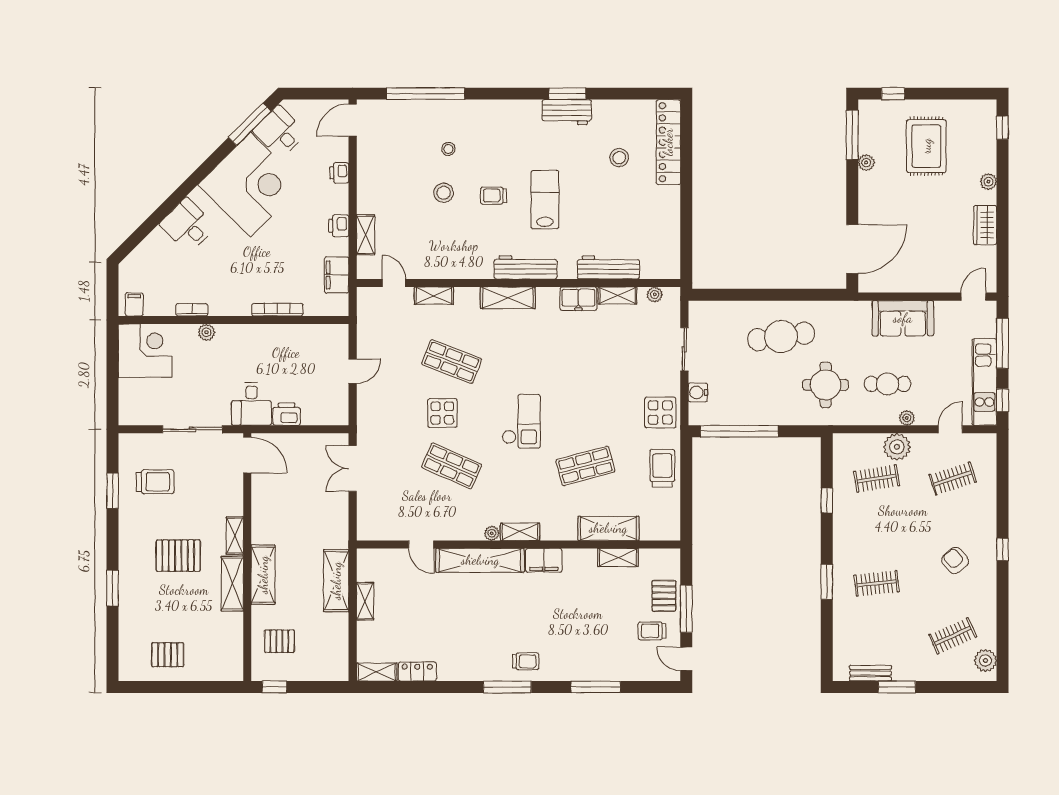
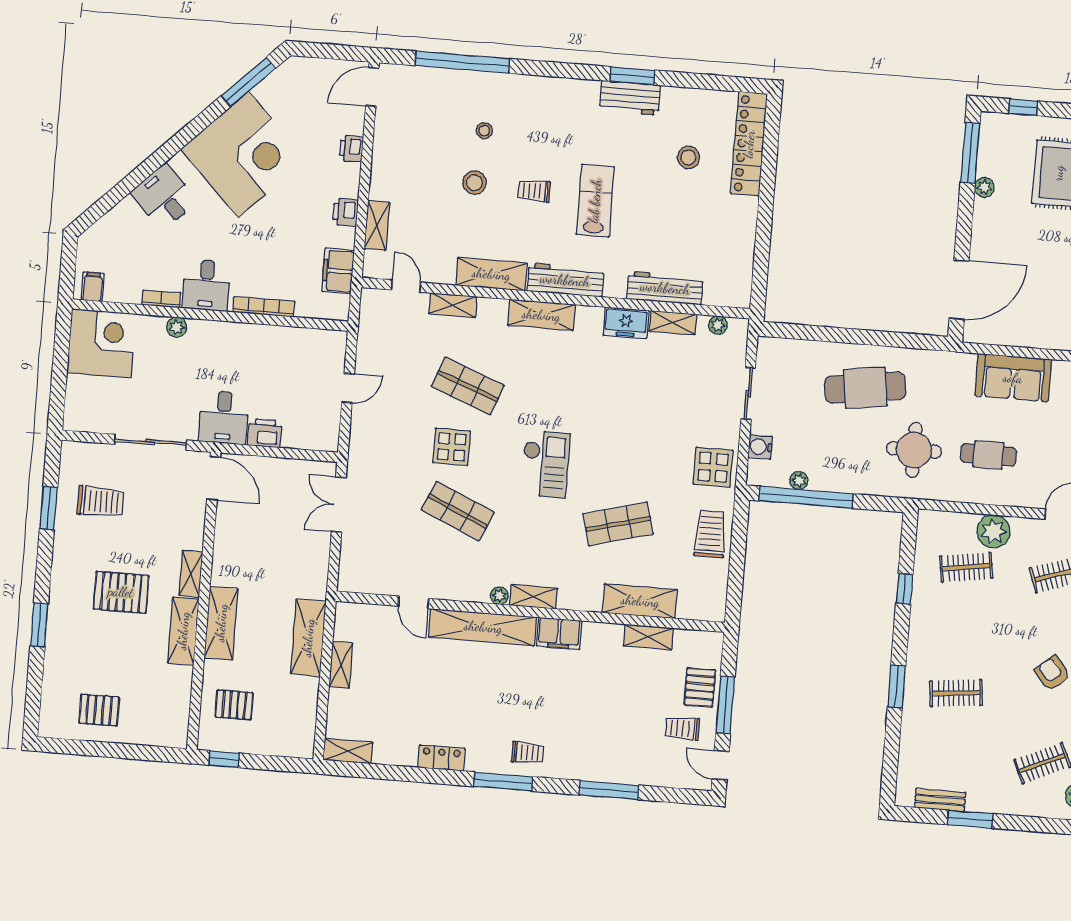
desk: (280, 132) -> (206, 285), moved, turned -135
shelving: (464, 267) -> (491, 274), added
plant: (907, 418) -> (799, 481), moved
locker: (417, 671) -> (441, 758), moved

